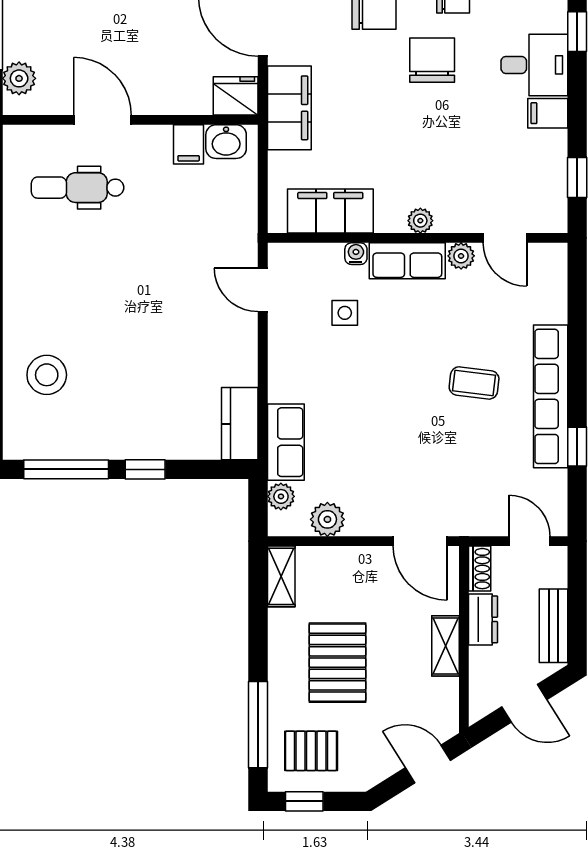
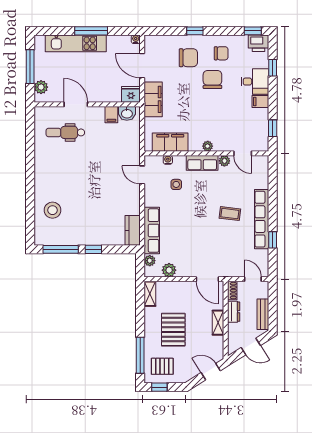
water cooler: (356, 254) -> (168, 160), moved
row of seats: (286, 442) -> (152, 231), width x1.48

